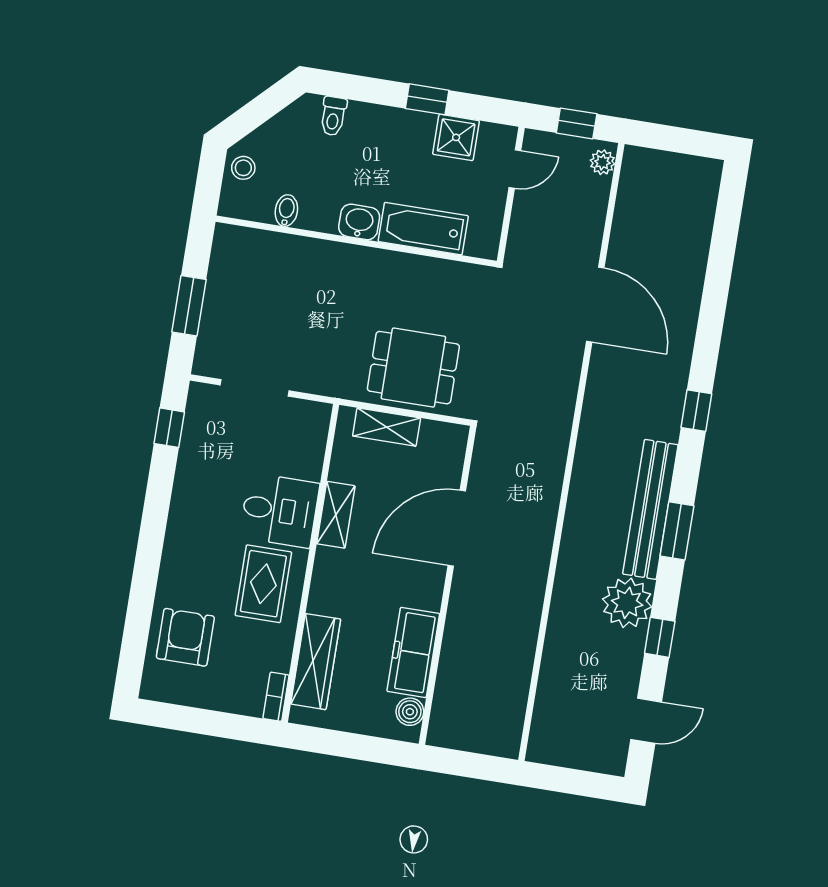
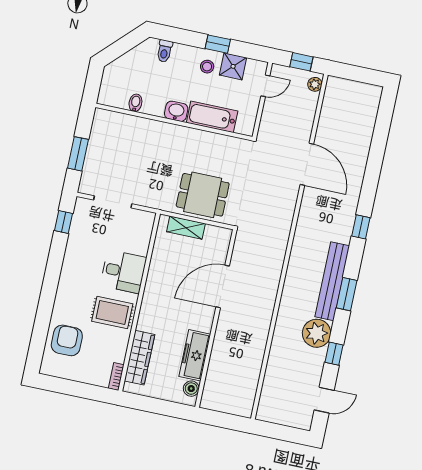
stool: (243, 168) -> (207, 67), moved
shelving: (336, 515) -> (155, 276), removed
rug: (263, 584) -> (112, 312), turned 90

